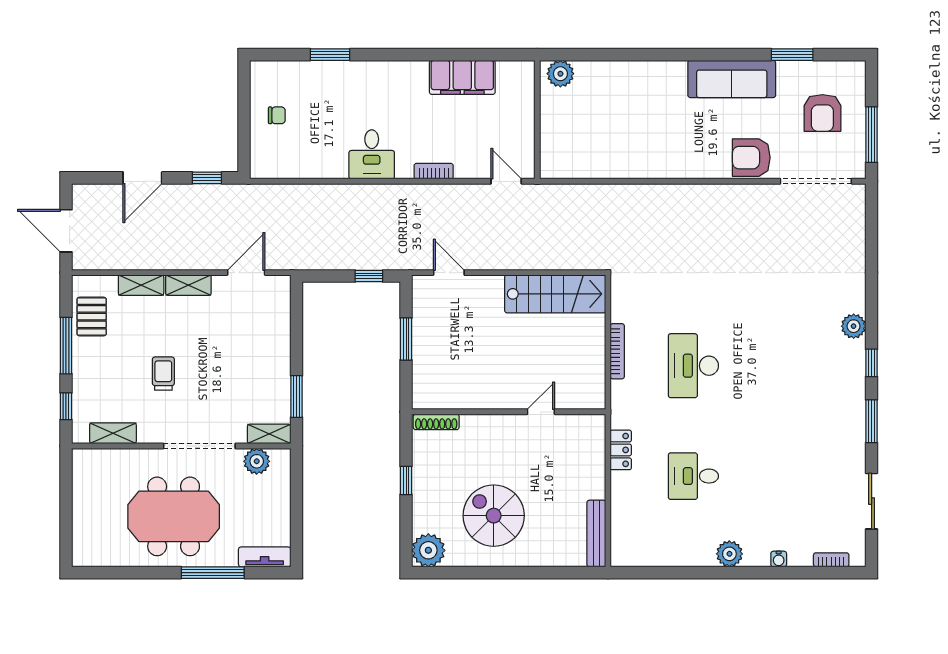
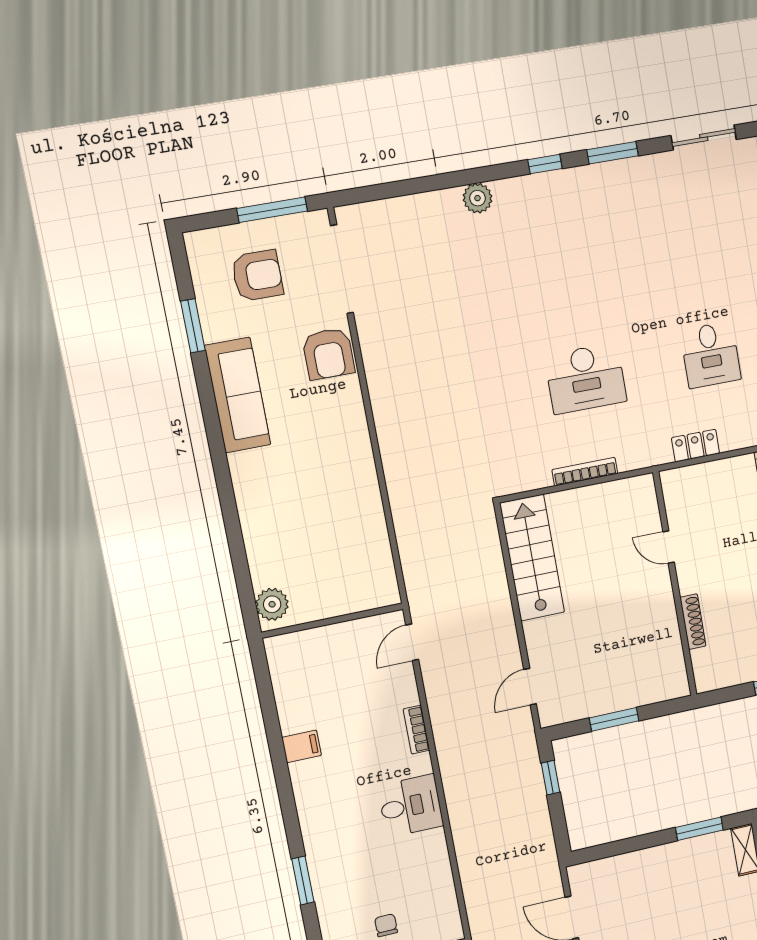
filing cabinet: (462, 77) -> (302, 746), width x0.33, depth x0.86
plant: (854, 326) -> (478, 198), moved
shoe rack: (436, 422) -> (693, 622), moved

